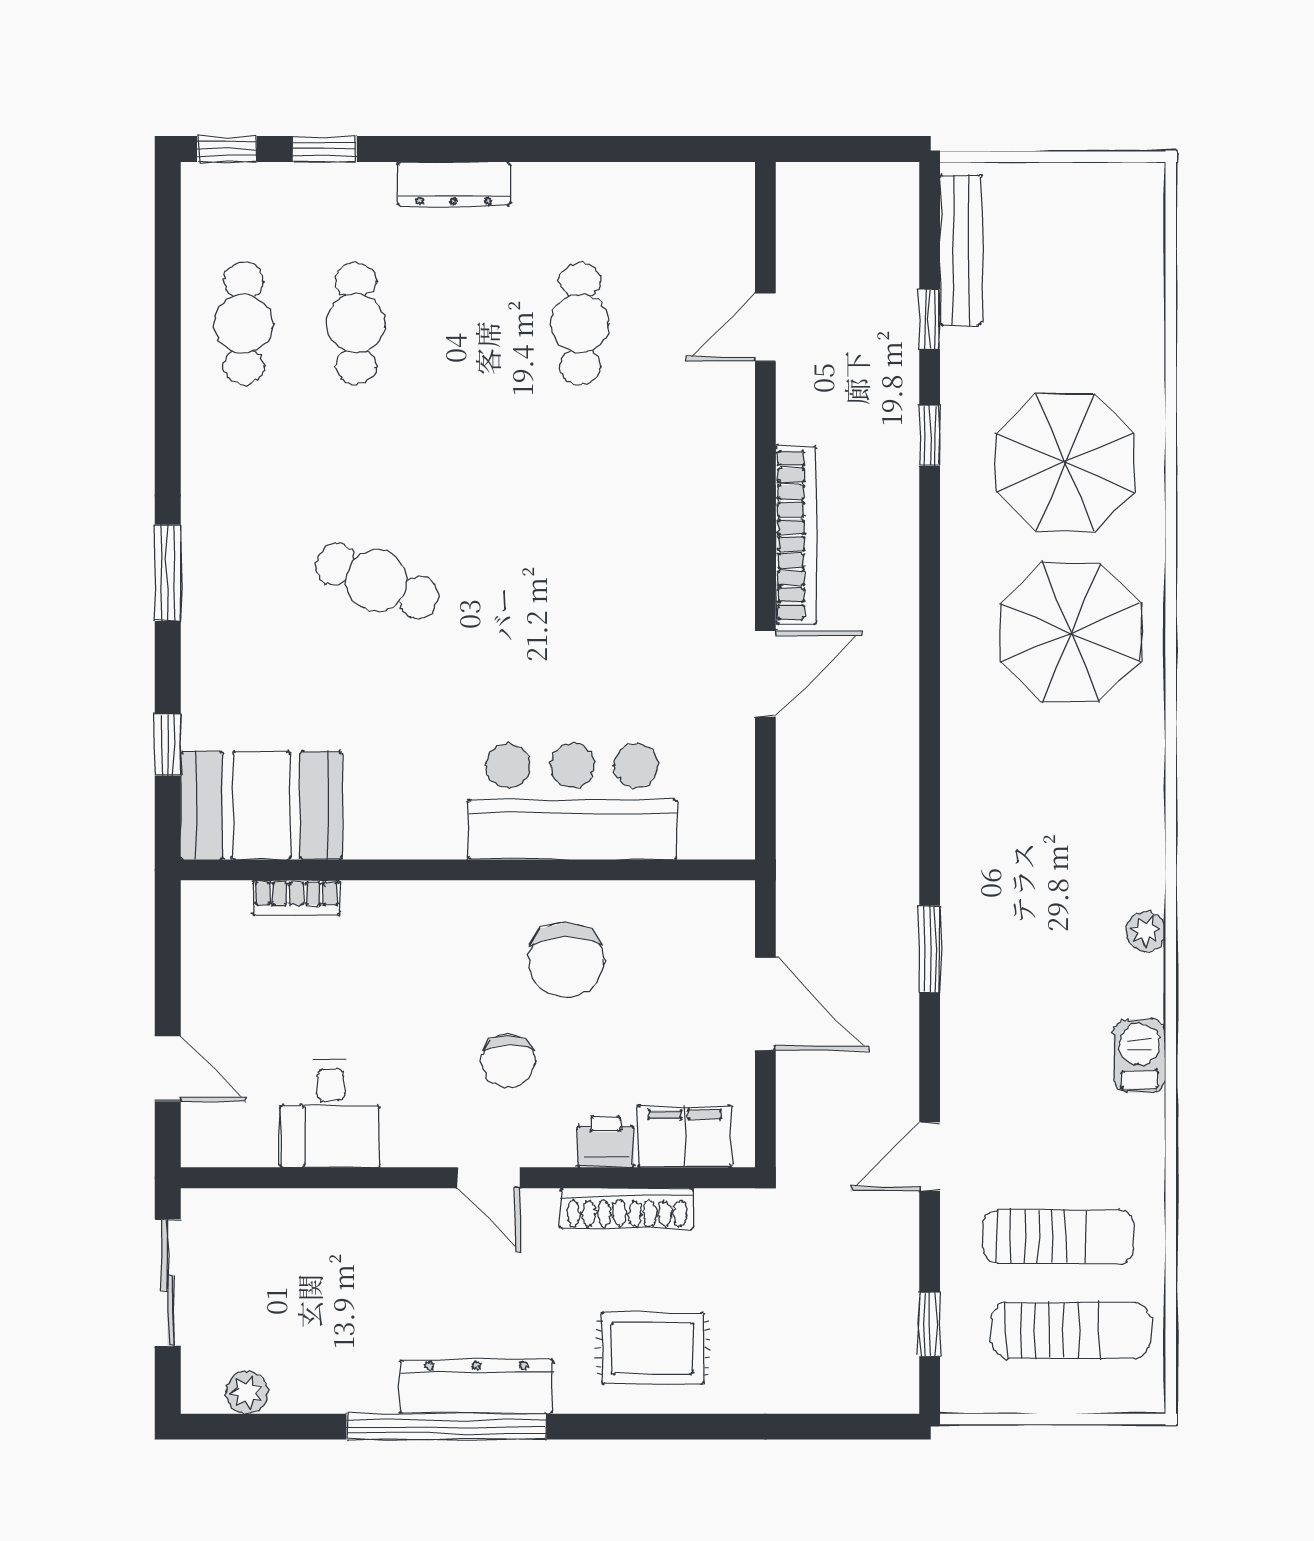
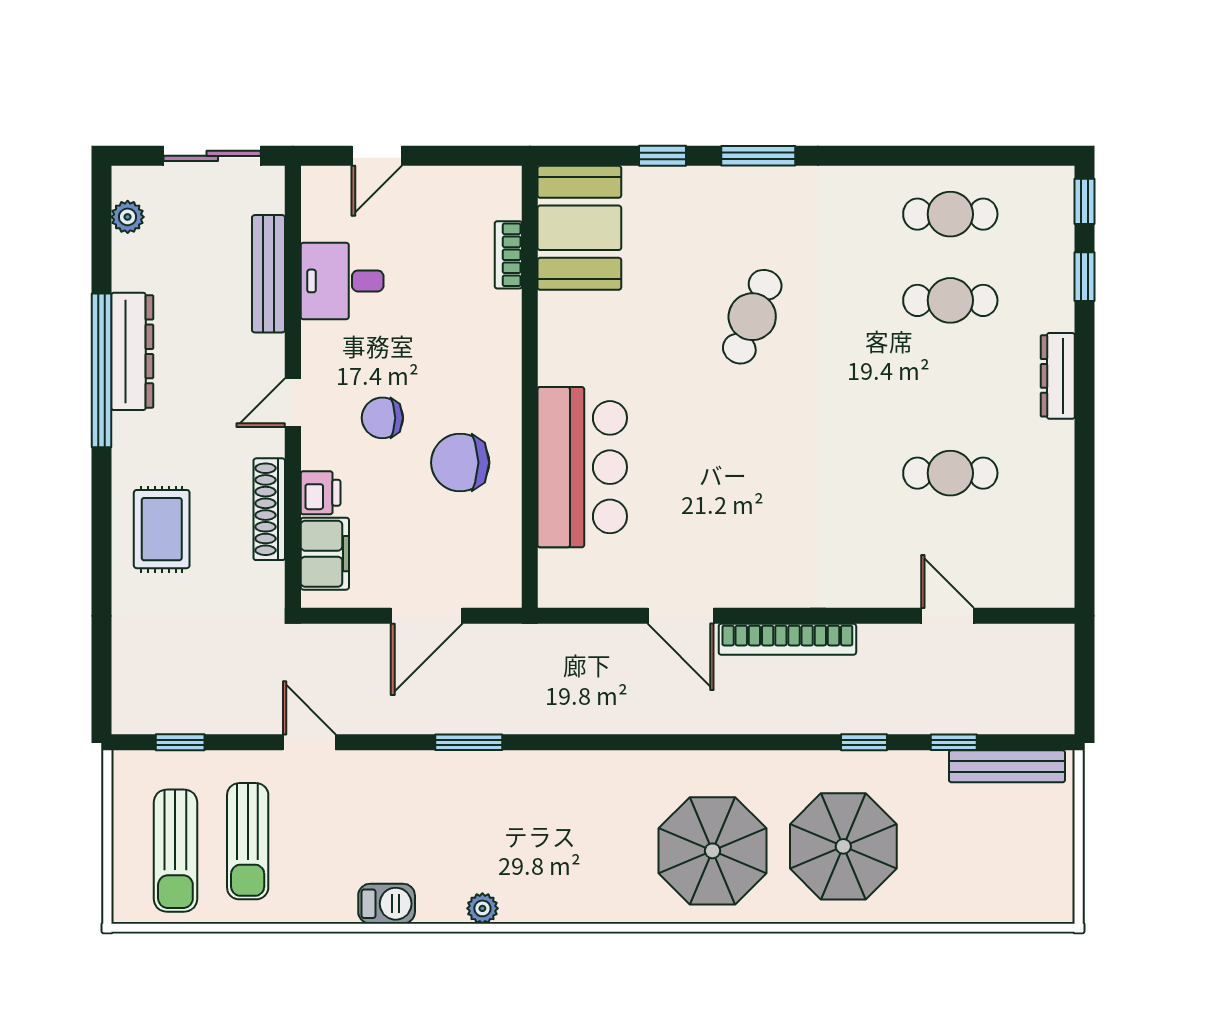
window: (168, 745) -> (663, 156), moved
bench: (321, 1209) -> (269, 274), added
dresser: (476, 1387) -> (132, 351), moved

